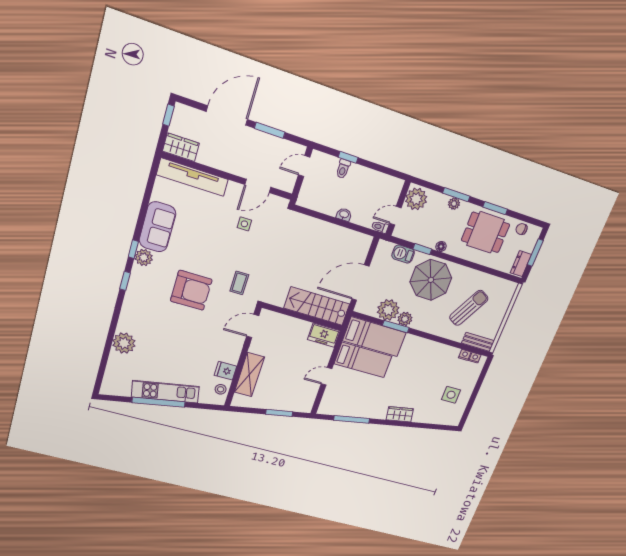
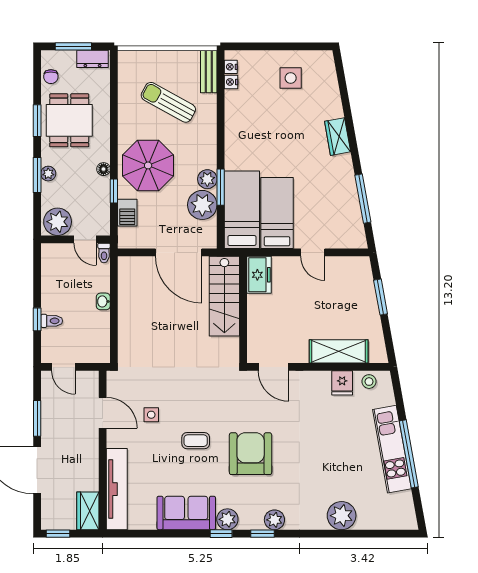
coffee table: (239, 283) -> (196, 441), moved
plant: (134, 293) -> (274, 520), added

